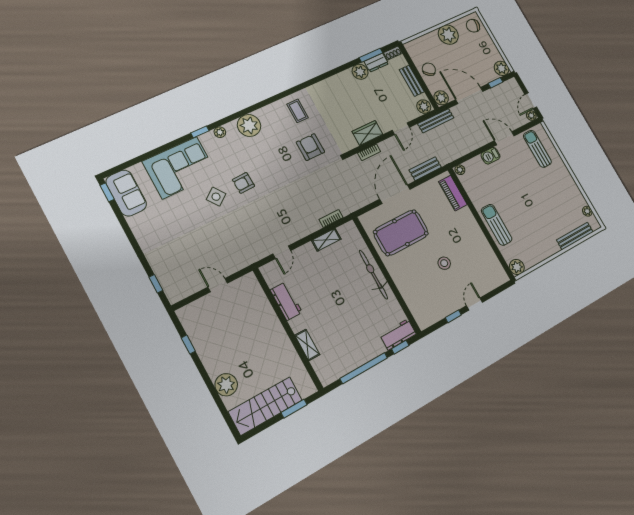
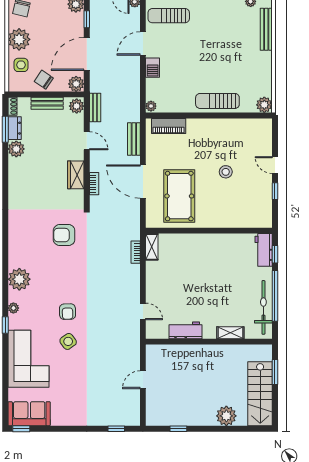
side table: (430, 45) -> (21, 65), added
coffee table: (298, 111) -> (26, 228), removed
bench: (436, 121) -> (95, 108), width x0.73
shelving: (326, 240) -> (152, 247), moved
bicycle: (373, 275) -> (263, 307), moved, turned 90

